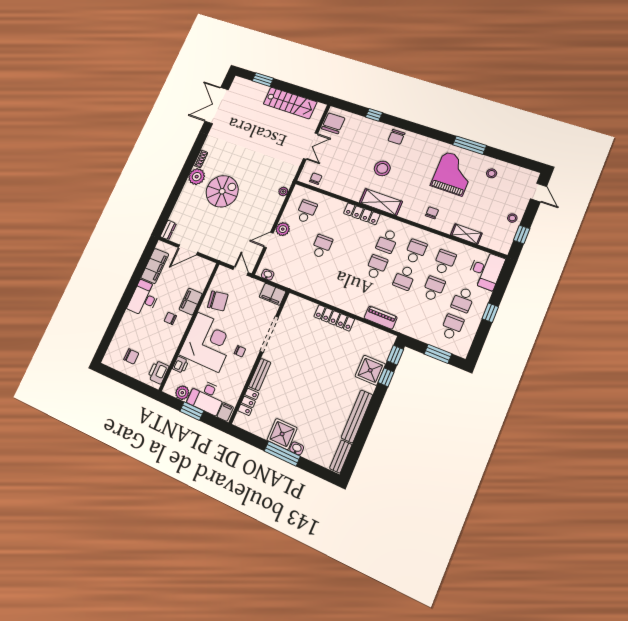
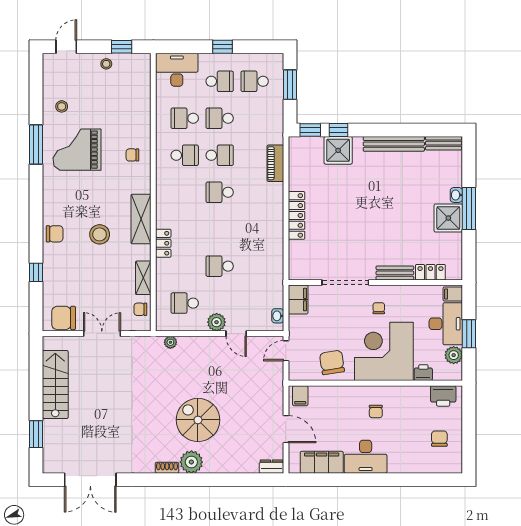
locker: (362, 214) -> (163, 243), width x0.66
shelving: (466, 234) -> (143, 278), moved
school desk: (387, 241) -> (185, 192), removed
school desk: (416, 251) -> (185, 155), turned 180
filing cabinet: (191, 302) -> (300, 396), moved, width x0.50

